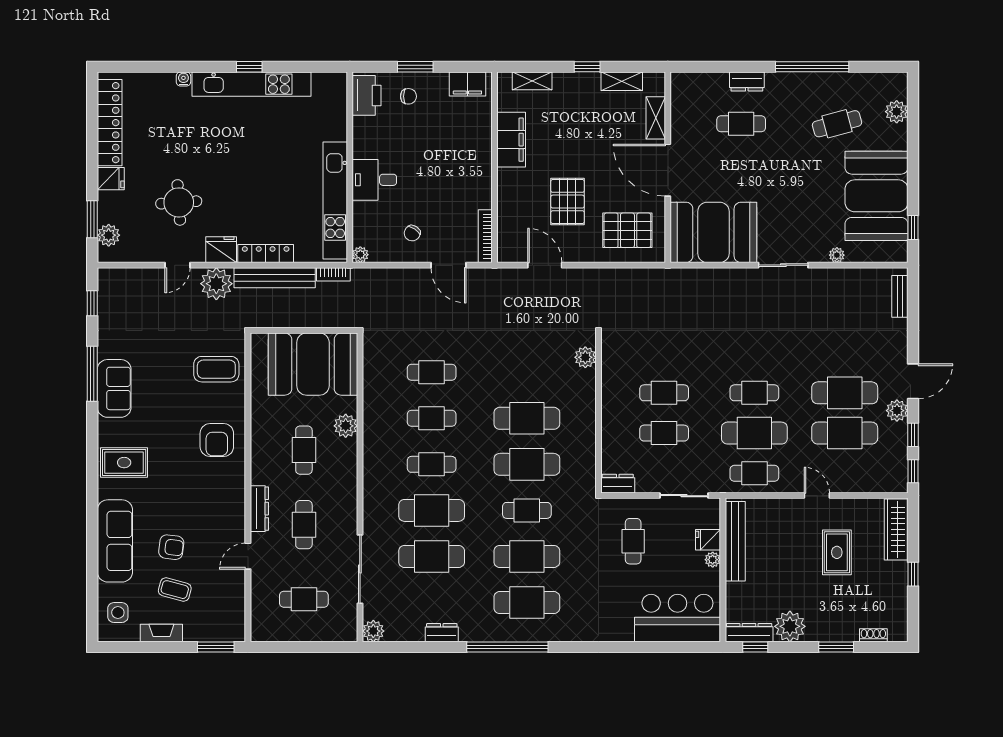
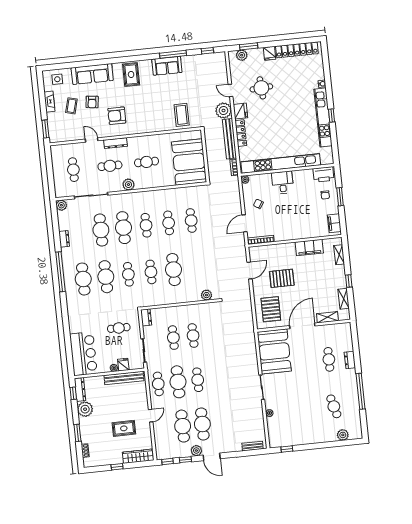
booth: (877, 196) -> (301, 429), removed
kitchen unit: (335, 200) -> (281, 163), width x1.36
plant: (346, 426) -> (128, 185), moved
armchair: (217, 440) -> (117, 116), moved
cafe table: (527, 464) -> (151, 272), width x0.73, depth x0.74

